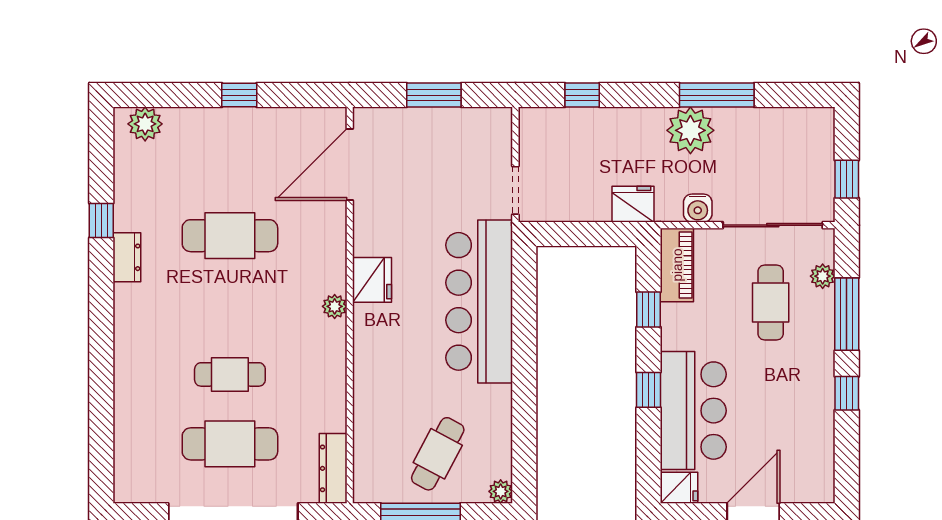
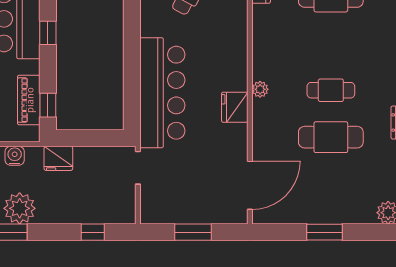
window: (239, 95) -> (325, 232), width x1.50
piano: (677, 265) -> (29, 100), moved
window: (649, 309) -> (48, 105), moved
cafe table: (230, 374) -> (331, 90), moved

